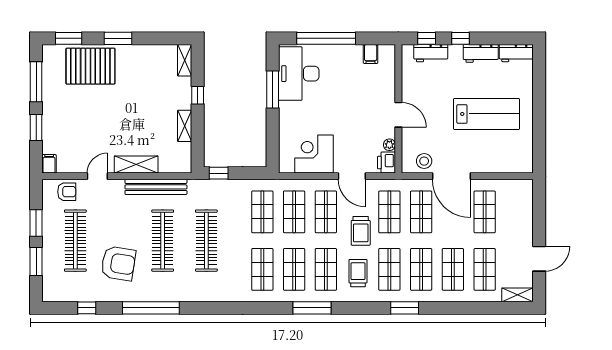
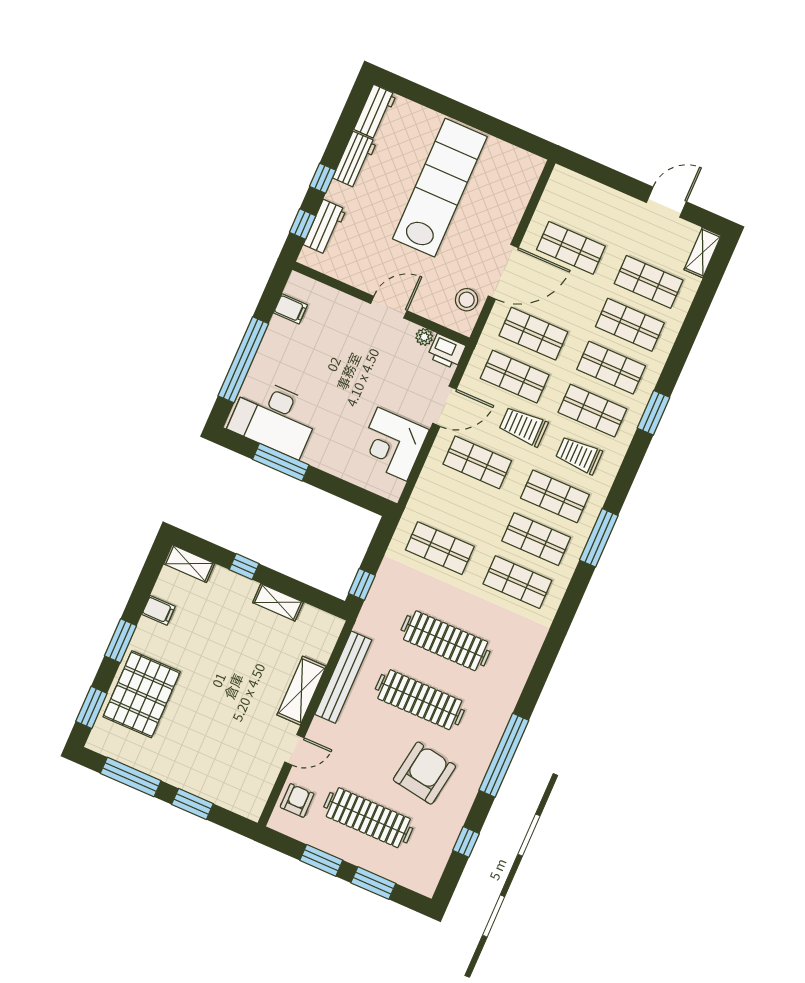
lab bench: (487, 114) -> (440, 188), width x1.36
filing cabinet: (49, 164) -> (159, 610), moved, turned 180
door: (97, 176) -> (294, 750), swing flipped
shop shelf: (294, 212) -> (459, 505), removed
trolley: (361, 231) -> (523, 426), turned 180
door: (539, 259) -> (666, 202), hinge flipped

